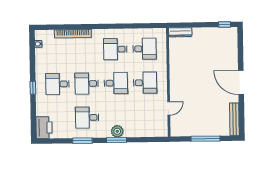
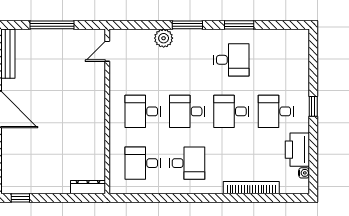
desk: (57, 84) -> (276, 111), turned 180
desk: (87, 84) -> (231, 111), turned 180
door: (169, 108) -> (107, 51), moved
printer: (44, 128) -> (297, 150), moved
plant: (117, 131) -> (164, 38), moved

